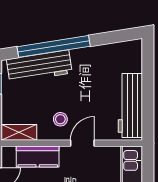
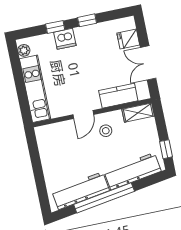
window: (54, 46) -> (104, 198), moved
workbench: (130, 106) -> (81, 191), moved, turned -99

